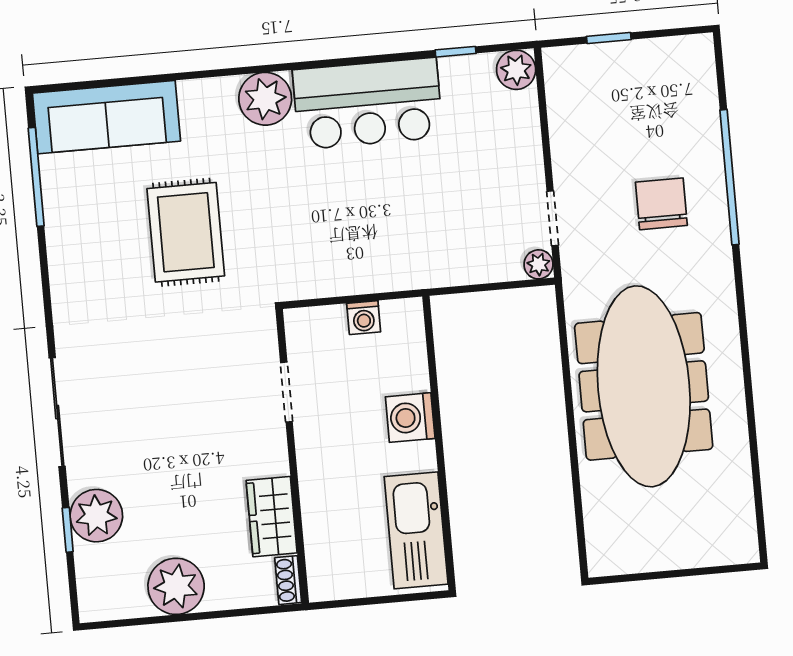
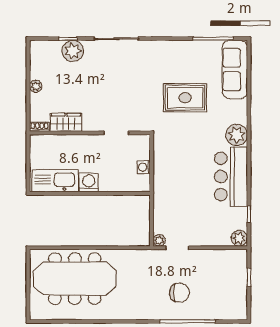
meeting table: (644, 386) -> (75, 279), moved
washing machine: (410, 418) -> (89, 182), moved
plant: (176, 586) -> (36, 86), width x0.53, depth x0.53

